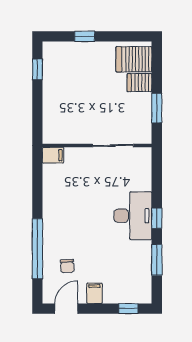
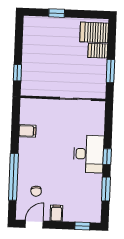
window: (37, 69) -> (17, 73), moved
filing cabinet: (53, 155) -> (27, 131), moved

